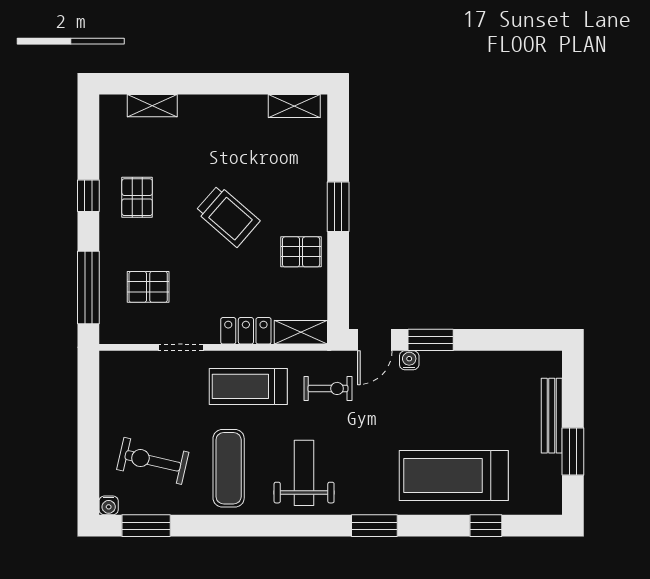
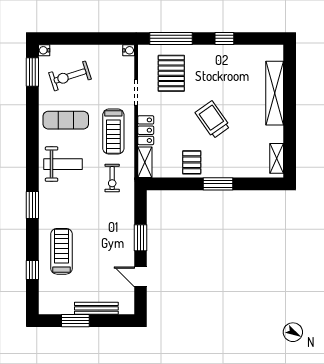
shelving: (152, 106) -> (275, 93), width x2.20, depth x1.33
pallet: (137, 197) -> (224, 67), removed
trolley: (228, 216) -> (213, 120), turned 104
pallet: (148, 287) -> (171, 73), width x1.50, depth x1.42
door: (375, 340) -> (140, 277), moved
water cooler: (409, 360) -> (129, 50), moved
treadmill: (248, 386) -> (113, 132), turned 180
exercise bike: (153, 461) -> (70, 76), turned -121
treadmill: (454, 475) -> (62, 251), width x0.73, depth x0.73

